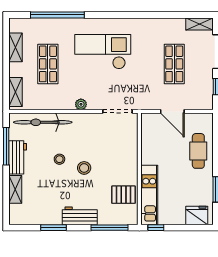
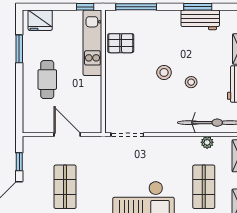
plant: (81, 104) -> (207, 142), moved
cafe table: (198, 151) -> (47, 80), moved
workbench: (80, 216) -> (200, 20), moved

